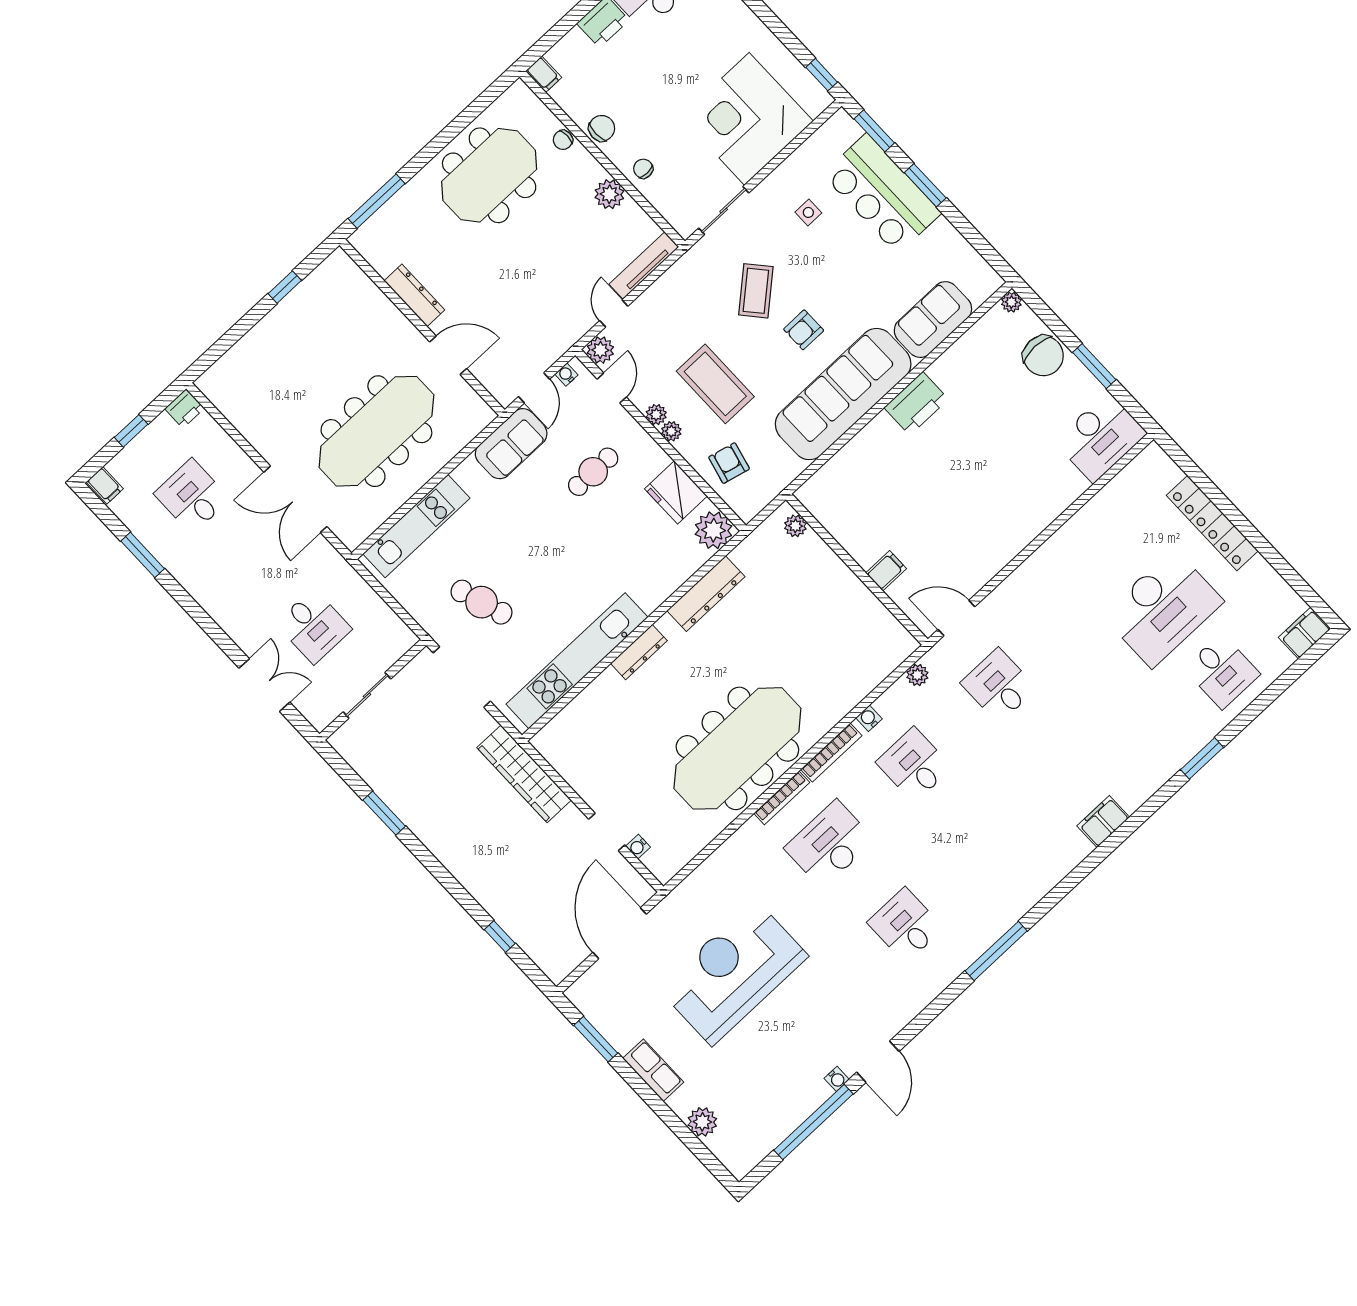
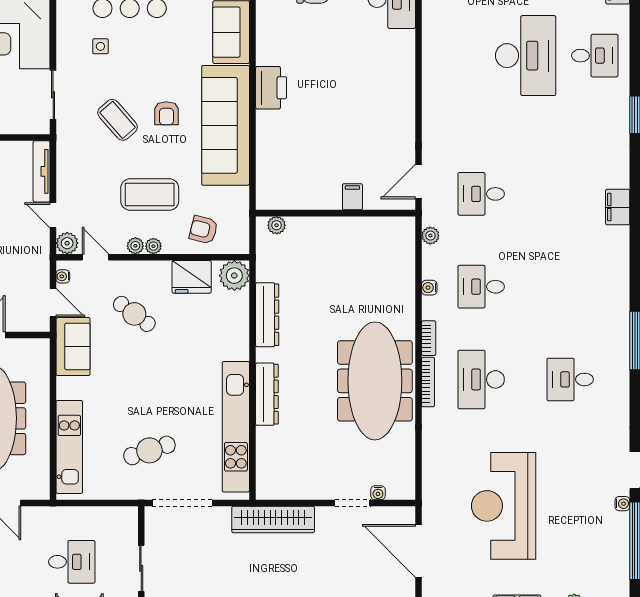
cafe table: (593, 472) -> (134, 314), turned -53
dresser: (639, 652) -> (267, 394), width x1.37, depth x1.24
bookcase: (831, 753) -> (429, 338), width x0.64

